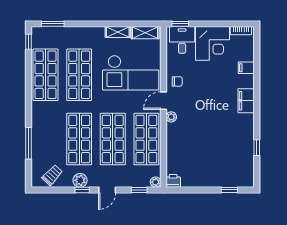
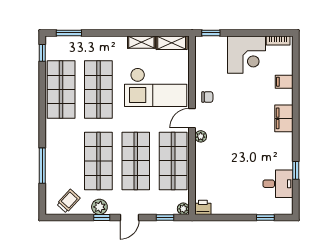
desk: (182, 40) -> (278, 184), moved, turned 90

